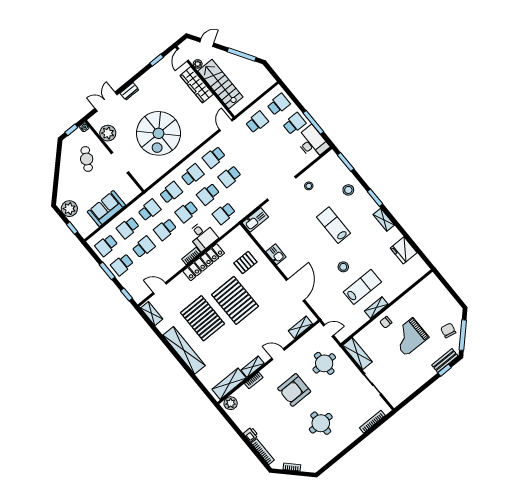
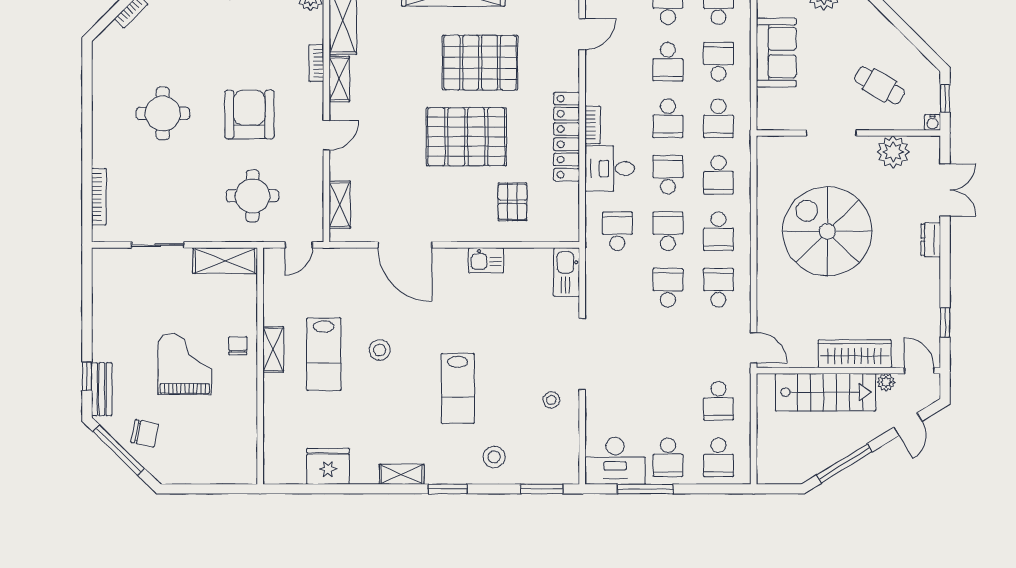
lab bench: (334, 225) -> (458, 388), turned 90
school desk: (165, 229) -> (668, 118), turned 180

